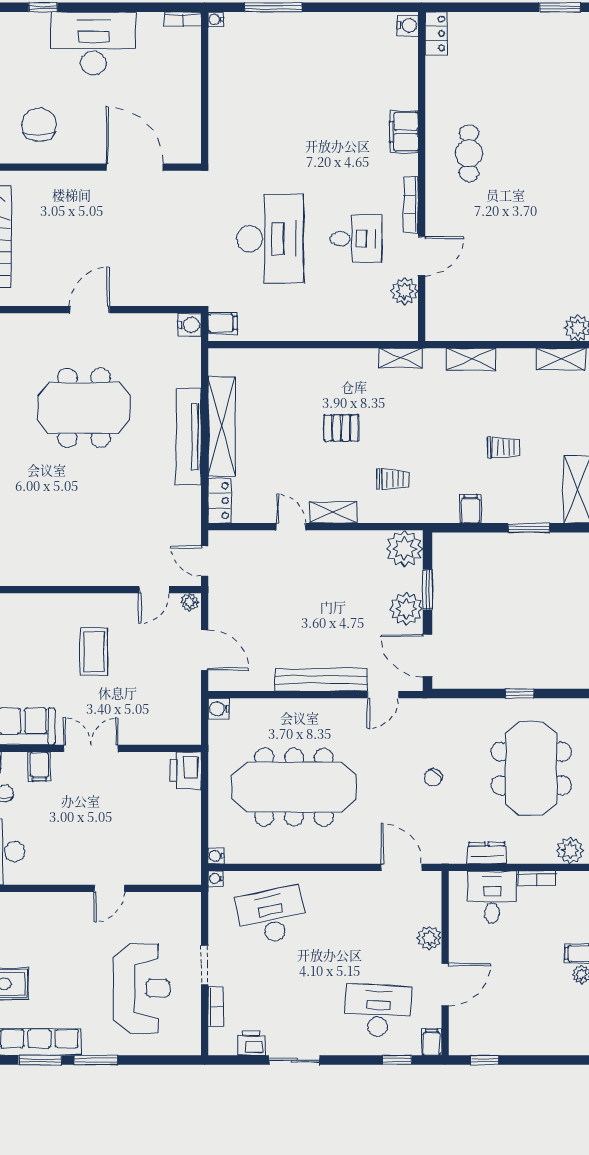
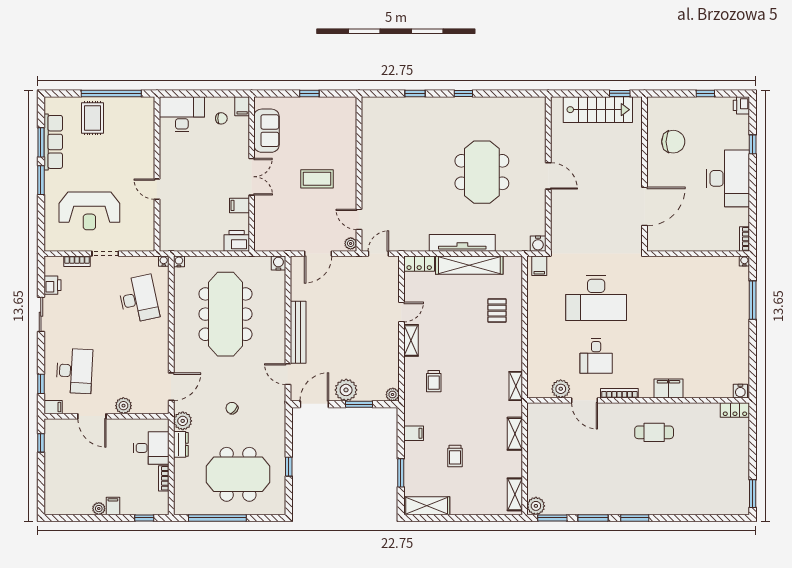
pallet: (341, 428) -> (497, 311), moved
plant: (404, 549) -> (393, 395), width x0.53, depth x0.53
filing cabinet: (39, 766) -> (239, 205), moved
plant: (570, 850) -> (183, 421), moved

